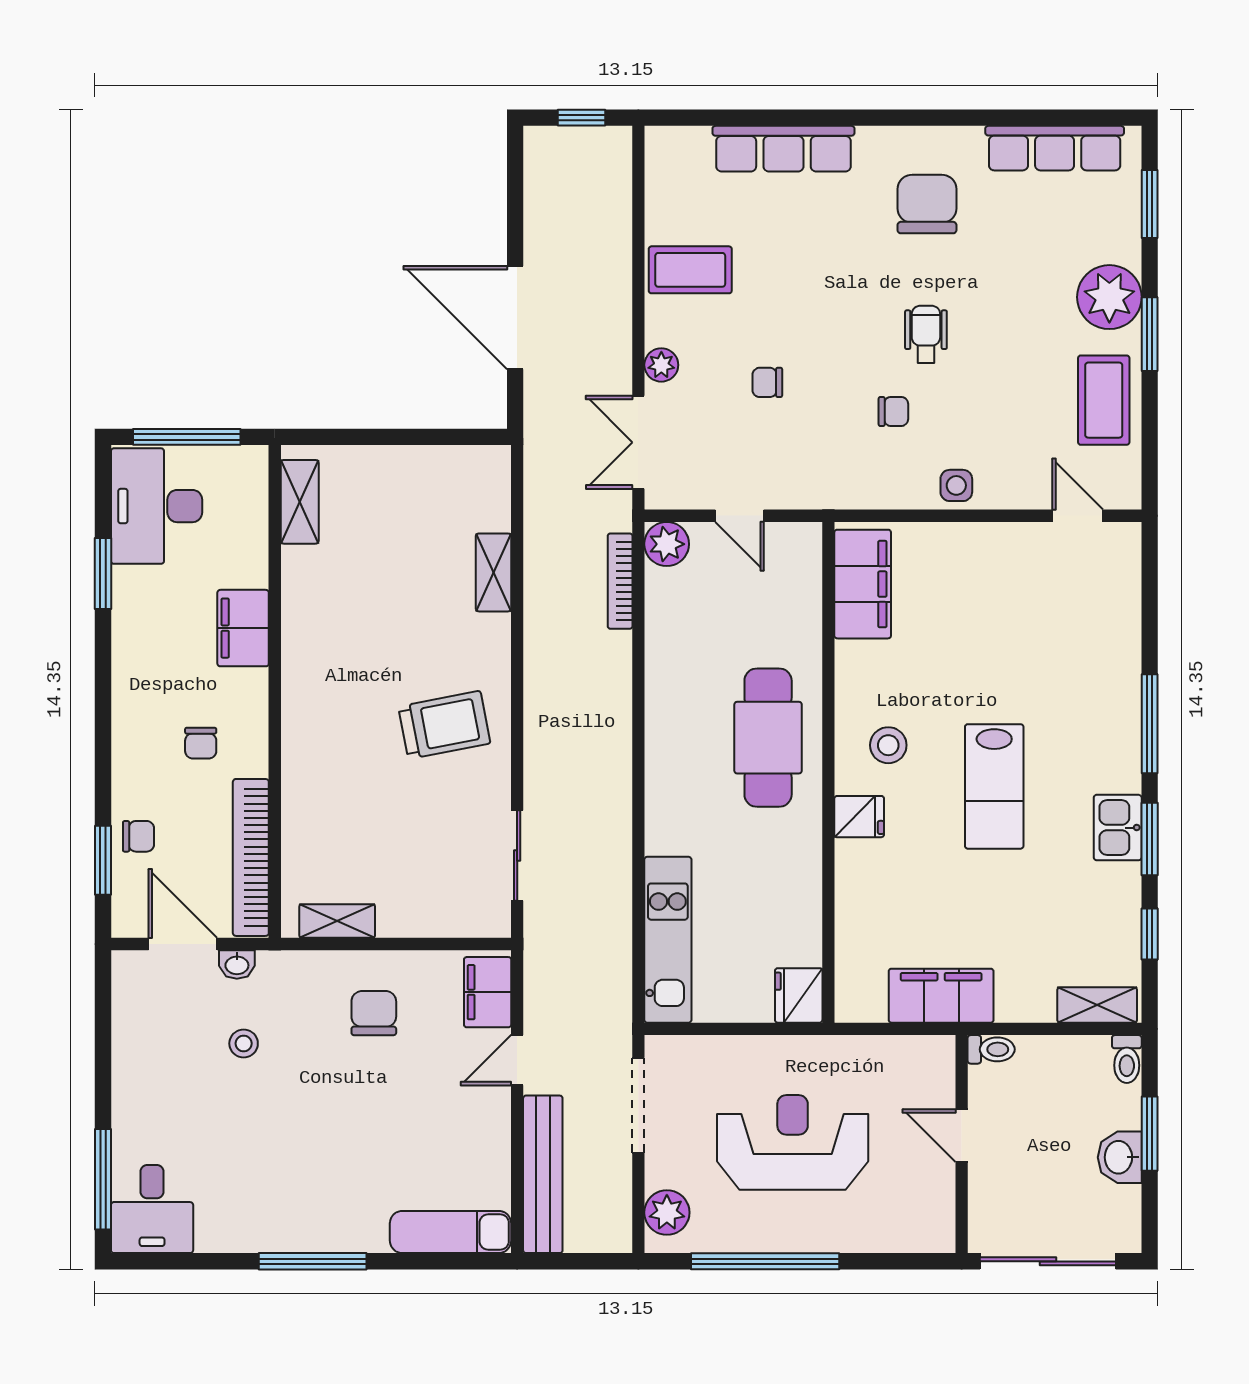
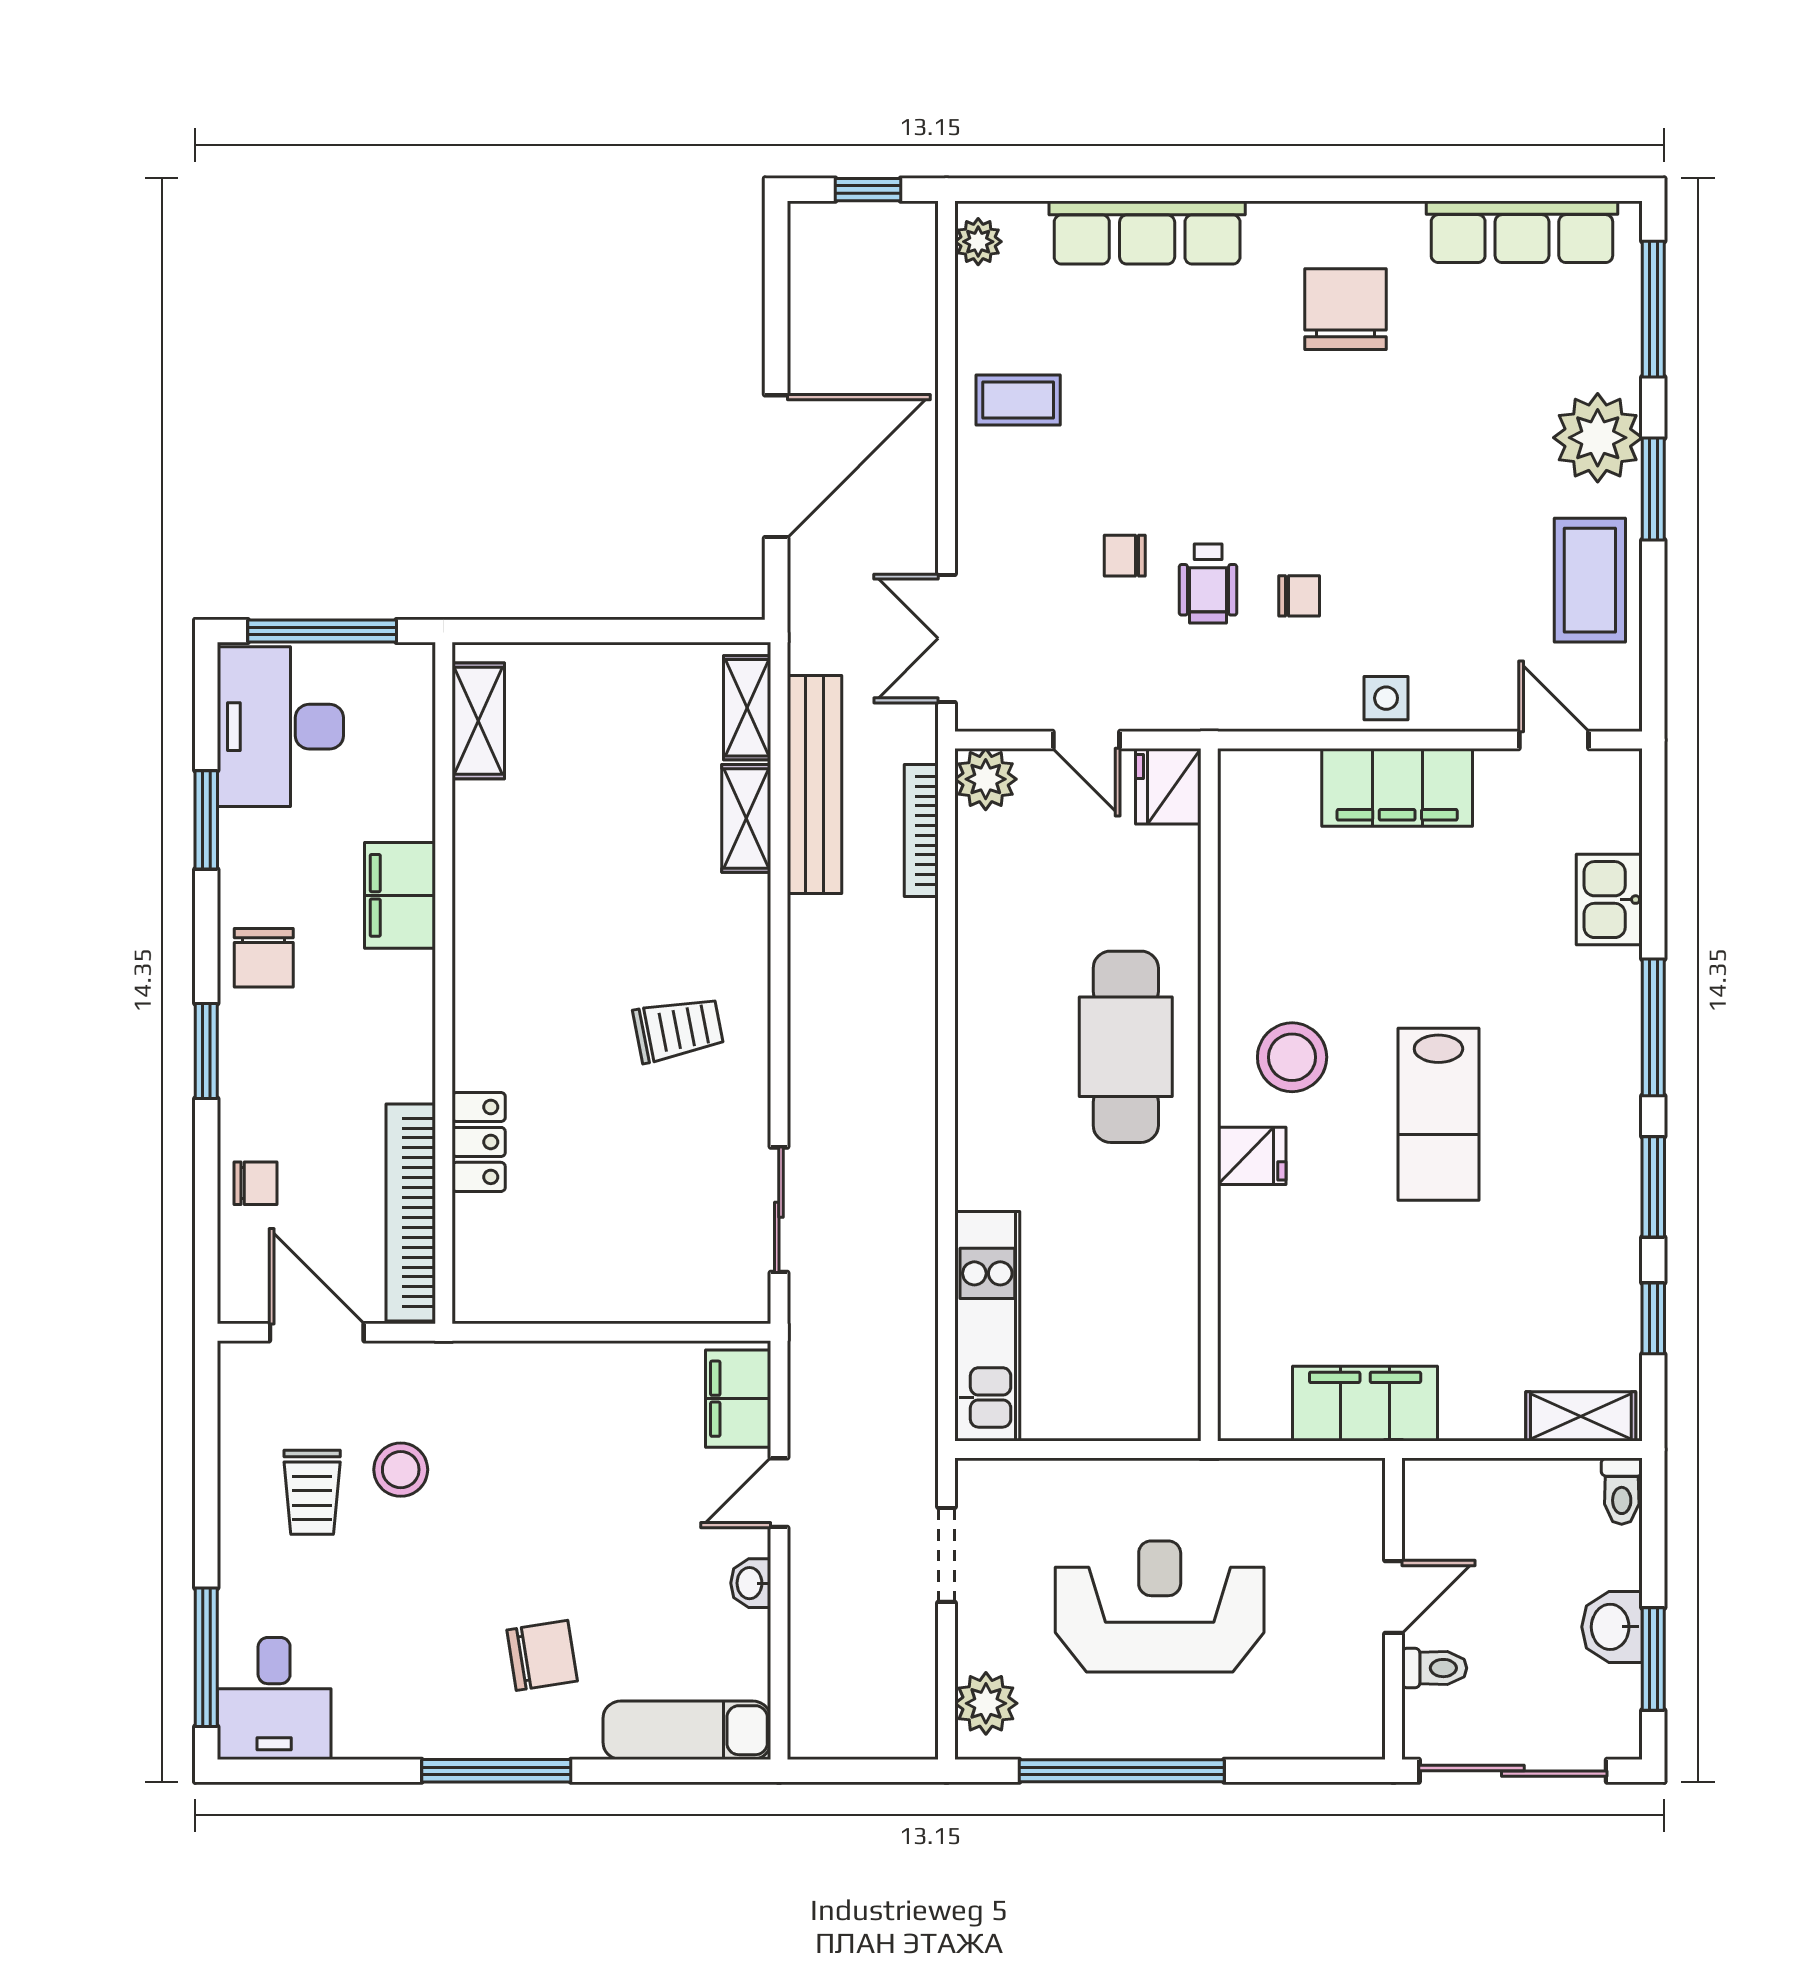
window: (1150, 204) -> (1653, 309), width x1.44
coffee table: (690, 270) -> (1018, 400), width x0.73, depth x0.77
door: (515, 318) -> (776, 466), swing flipped
wheelchair: (926, 334) -> (1208, 583), moved, turned 180
plant: (661, 365) -> (978, 242), moved
filing cabinet: (863, 584) -> (1397, 787), moved, turned 90
trolley: (444, 725) -> (678, 1029), width x0.73, depth x0.72
chair: (201, 743) -> (264, 958), moved, width x1.37, depth x1.37
stool: (888, 745) -> (1292, 1057), width x1.38, depth x1.38
locker: (300, 806) -> (479, 1142), added
kitchen sink: (1118, 828) -> (1609, 900), moved
window: (103, 860) -> (206, 1051), moved
shelving: (337, 921) -> (747, 708), moved, turned 90
washbasin: (237, 965) -> (751, 1583), moved, turned 90
fridge: (799, 995) -> (1168, 786), moved
chair: (374, 1013) -> (542, 1655), moved, turned 81
stool: (244, 1043) -> (401, 1470), width x1.37, depth x1.37
toilet: (991, 1049) -> (1434, 1668), moved
trolley: (179, 1060) -> (312, 1492), added
doorway: (638, 1105) -> (947, 1555), width x0.73
window: (1150, 1134) -> (1653, 1659), moved
door: (962, 1136) -> (1394, 1597), swing flipped
bench: (543, 1174) -> (814, 785), moved

